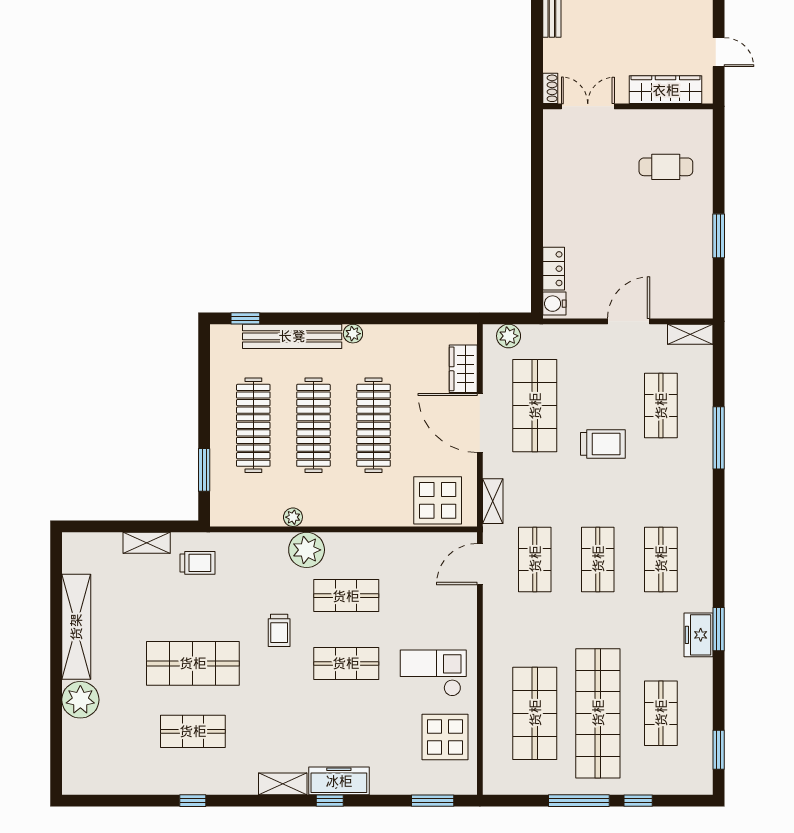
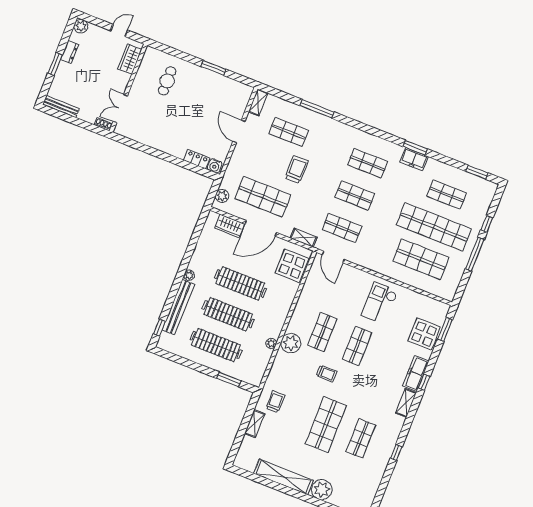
wardrobe: (666, 90) -> (130, 59), width x0.67
display table: (445, 737) -> (424, 334), moved

